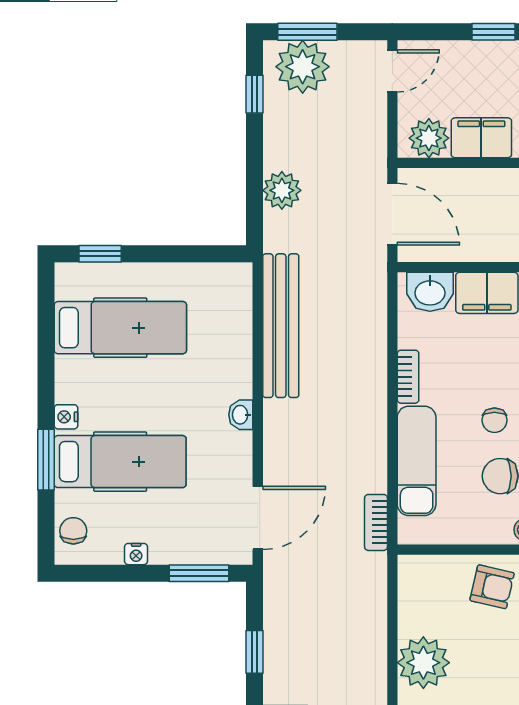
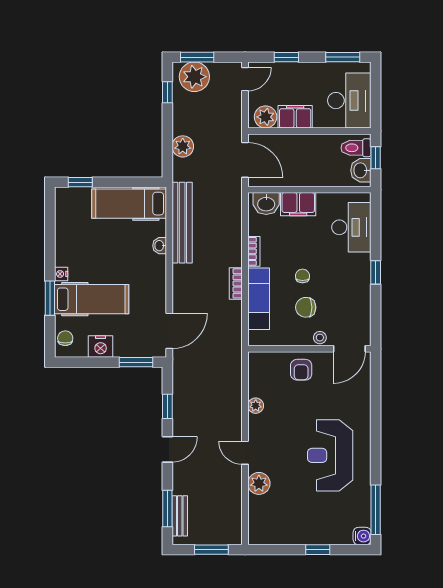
window: (494, 32) -> (286, 57), moved
hospital bed: (120, 328) -> (129, 204), moved, turned 180
washbasin: (241, 415) -> (160, 246), moved
chair: (494, 420) -> (303, 276), turned 180
bookcase: (376, 522) -> (236, 283), moved
nightstand: (136, 554) -> (101, 346), width x1.89, depth x1.79
armchair: (492, 587) -> (301, 370), turned 77
plant: (423, 663) -> (256, 406), width x0.53, depth x0.53

